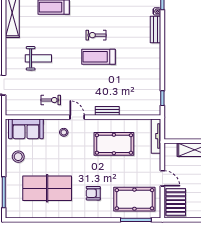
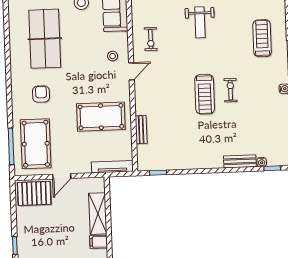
treadmill: (99, 57) -> (205, 94), turned 180
bench: (107, 111) -> (141, 130), moved
pool table: (114, 144) -> (101, 117), turned 90

